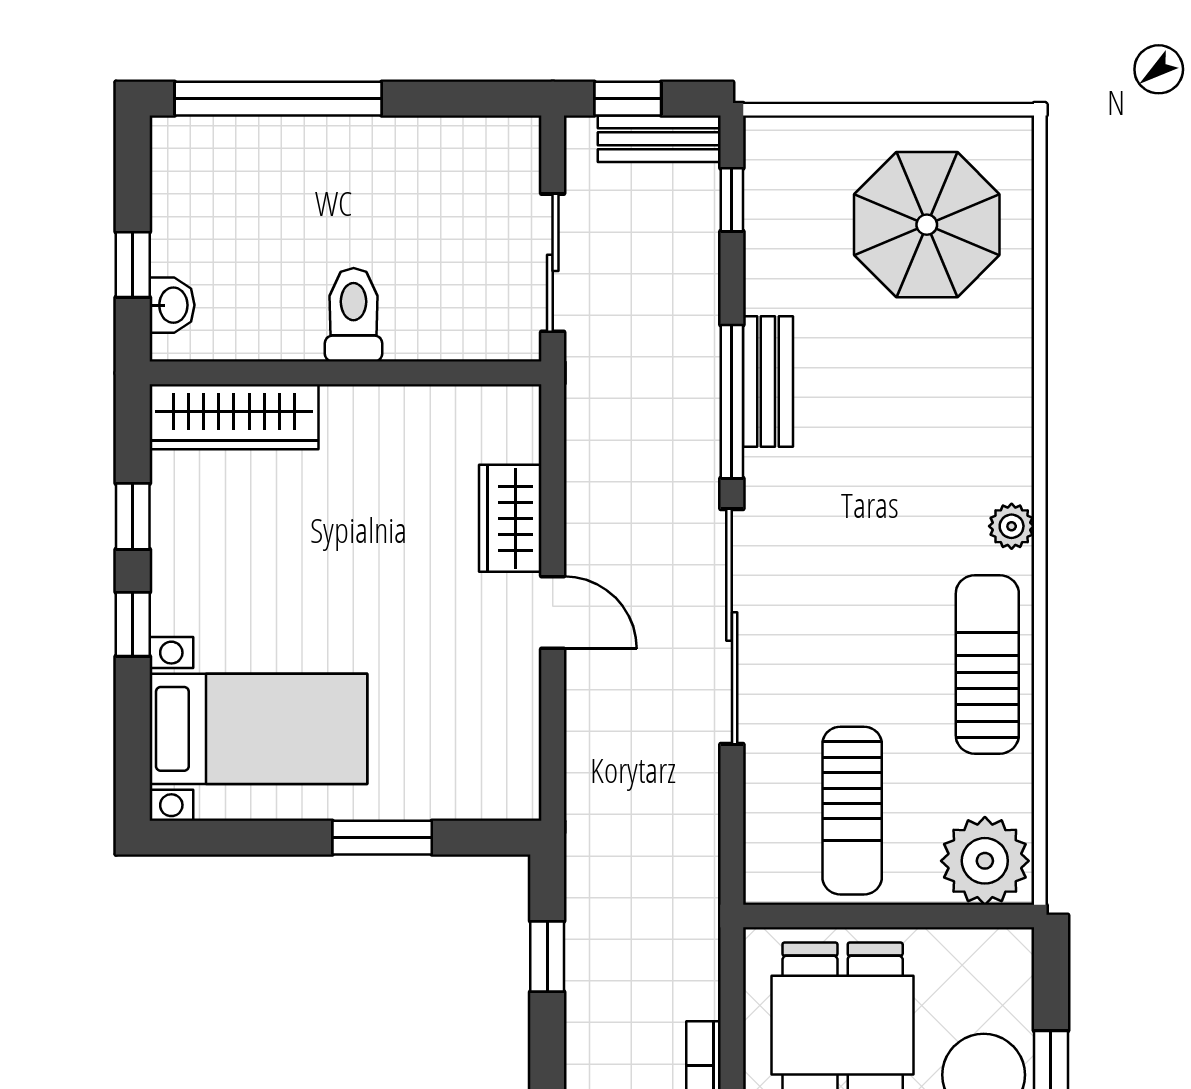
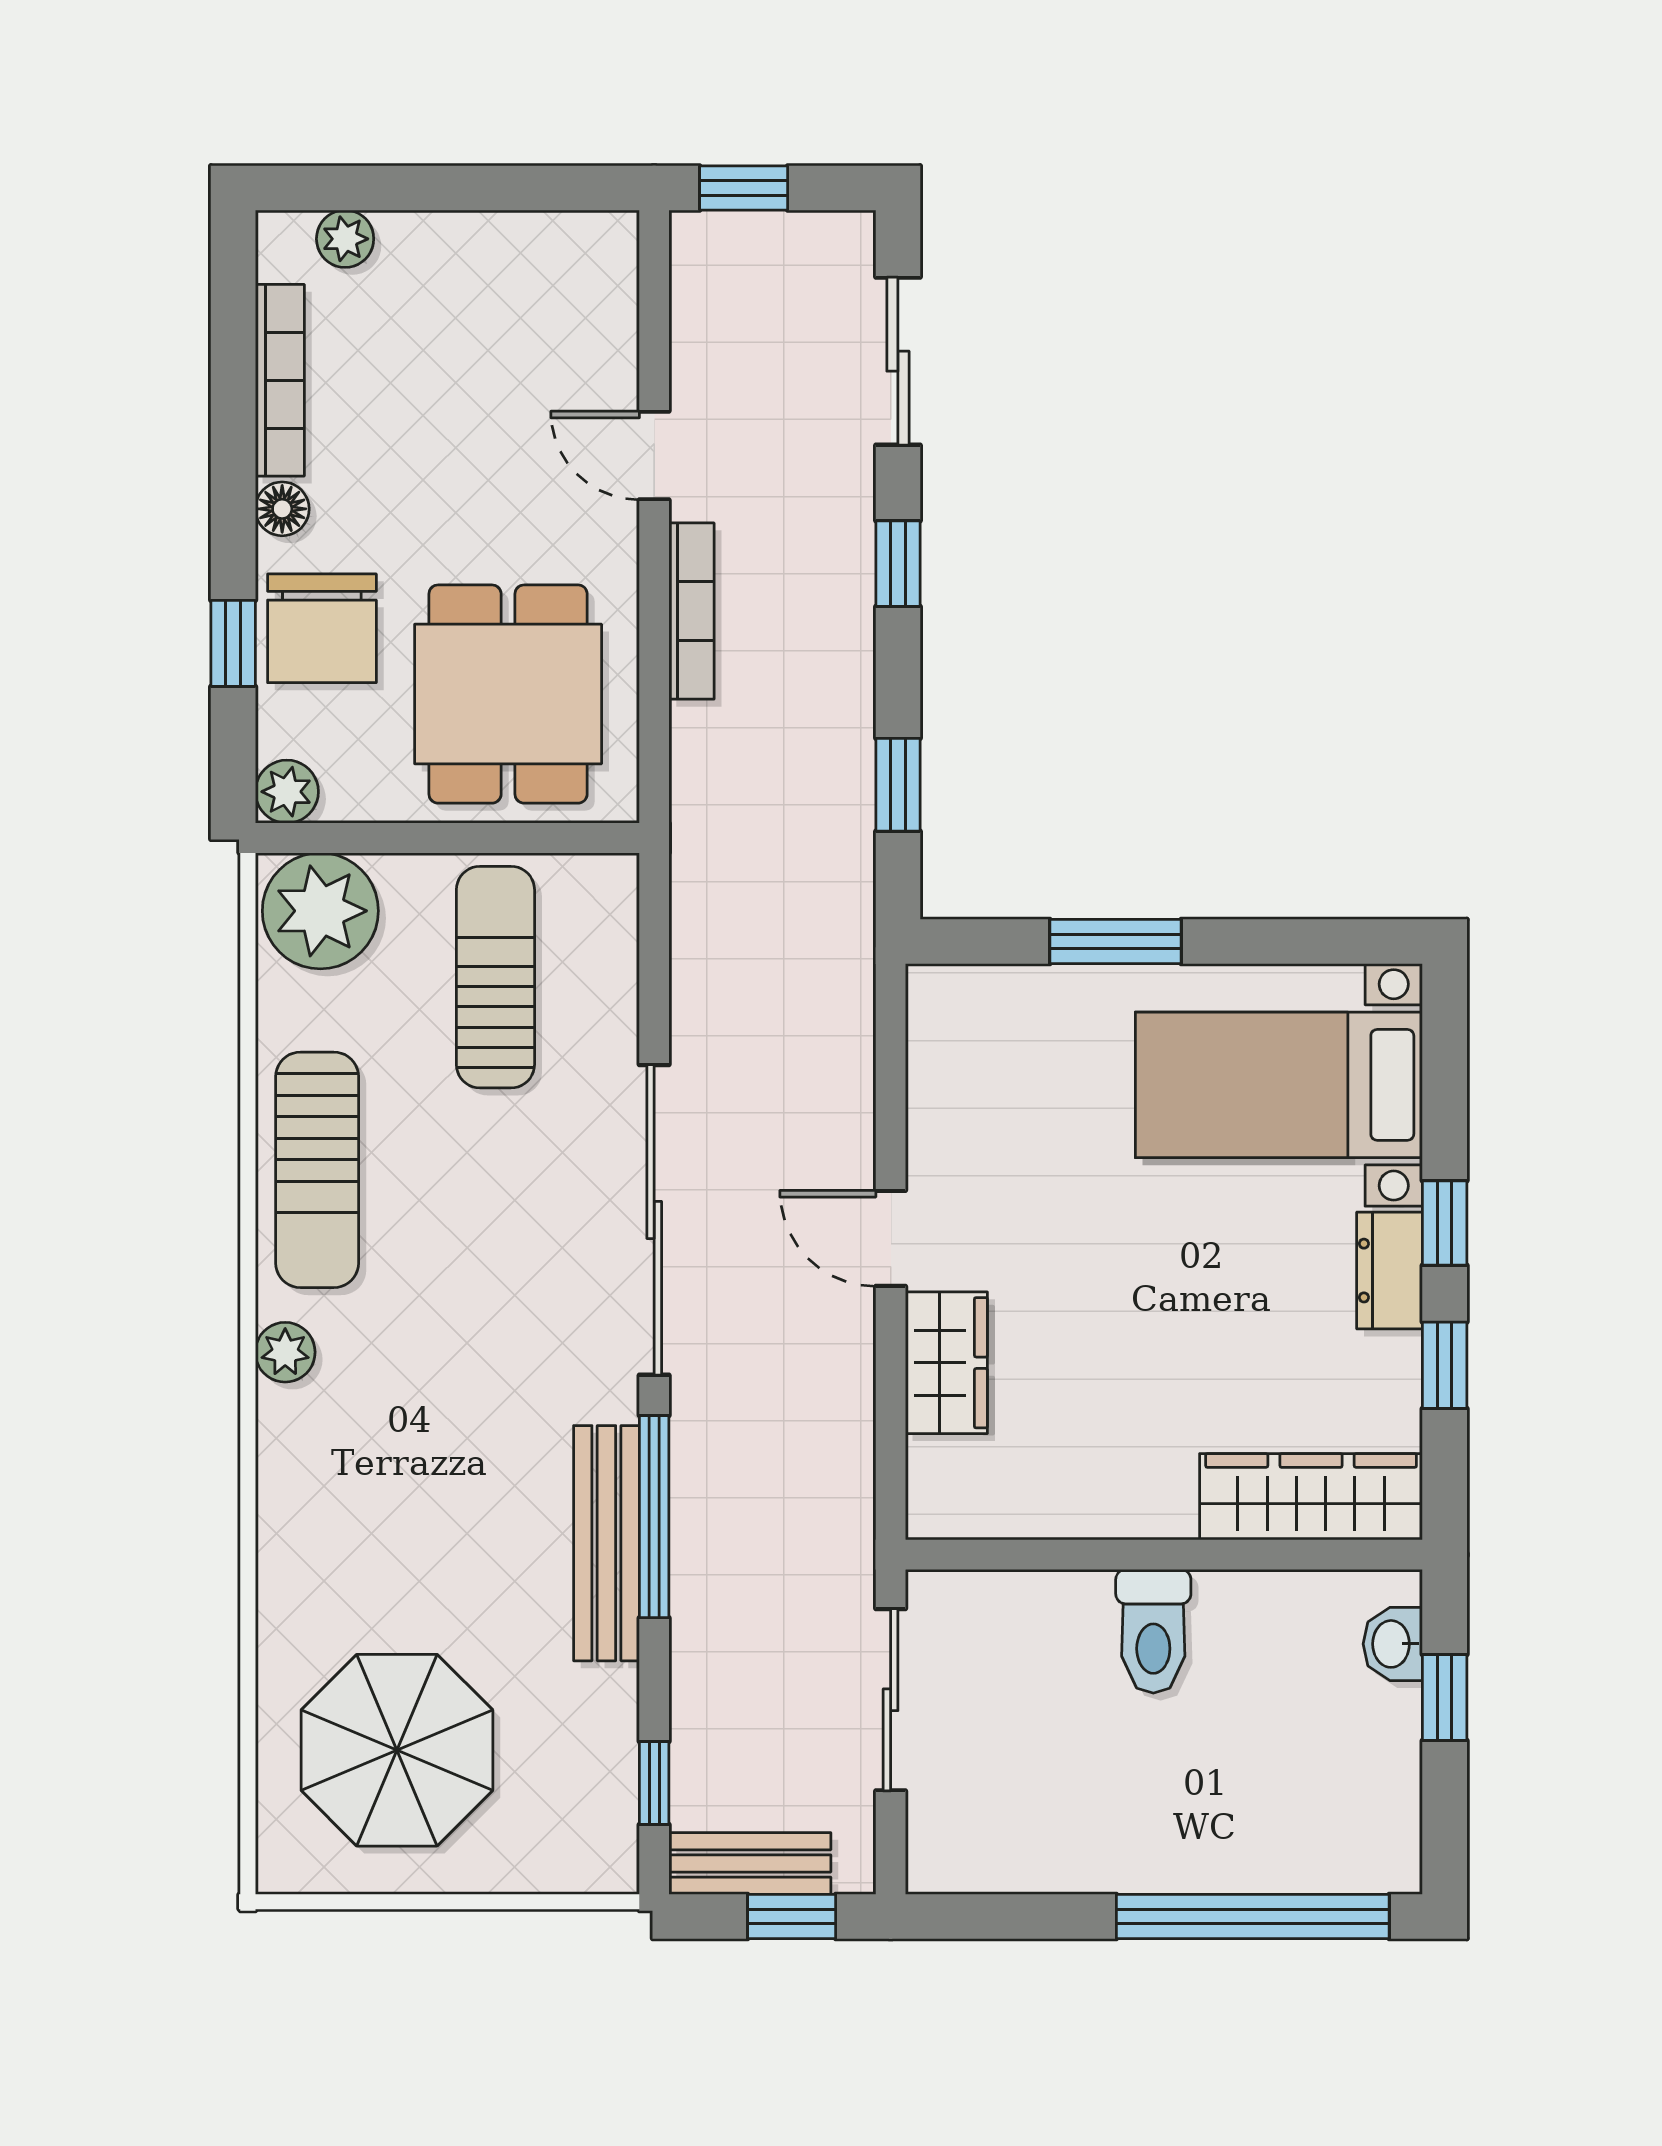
bench: (768, 381) -> (606, 1543), width x1.36
dresser: (174, 588) -> (1390, 1271), added
plant: (1010, 951) -> (287, 792), added

